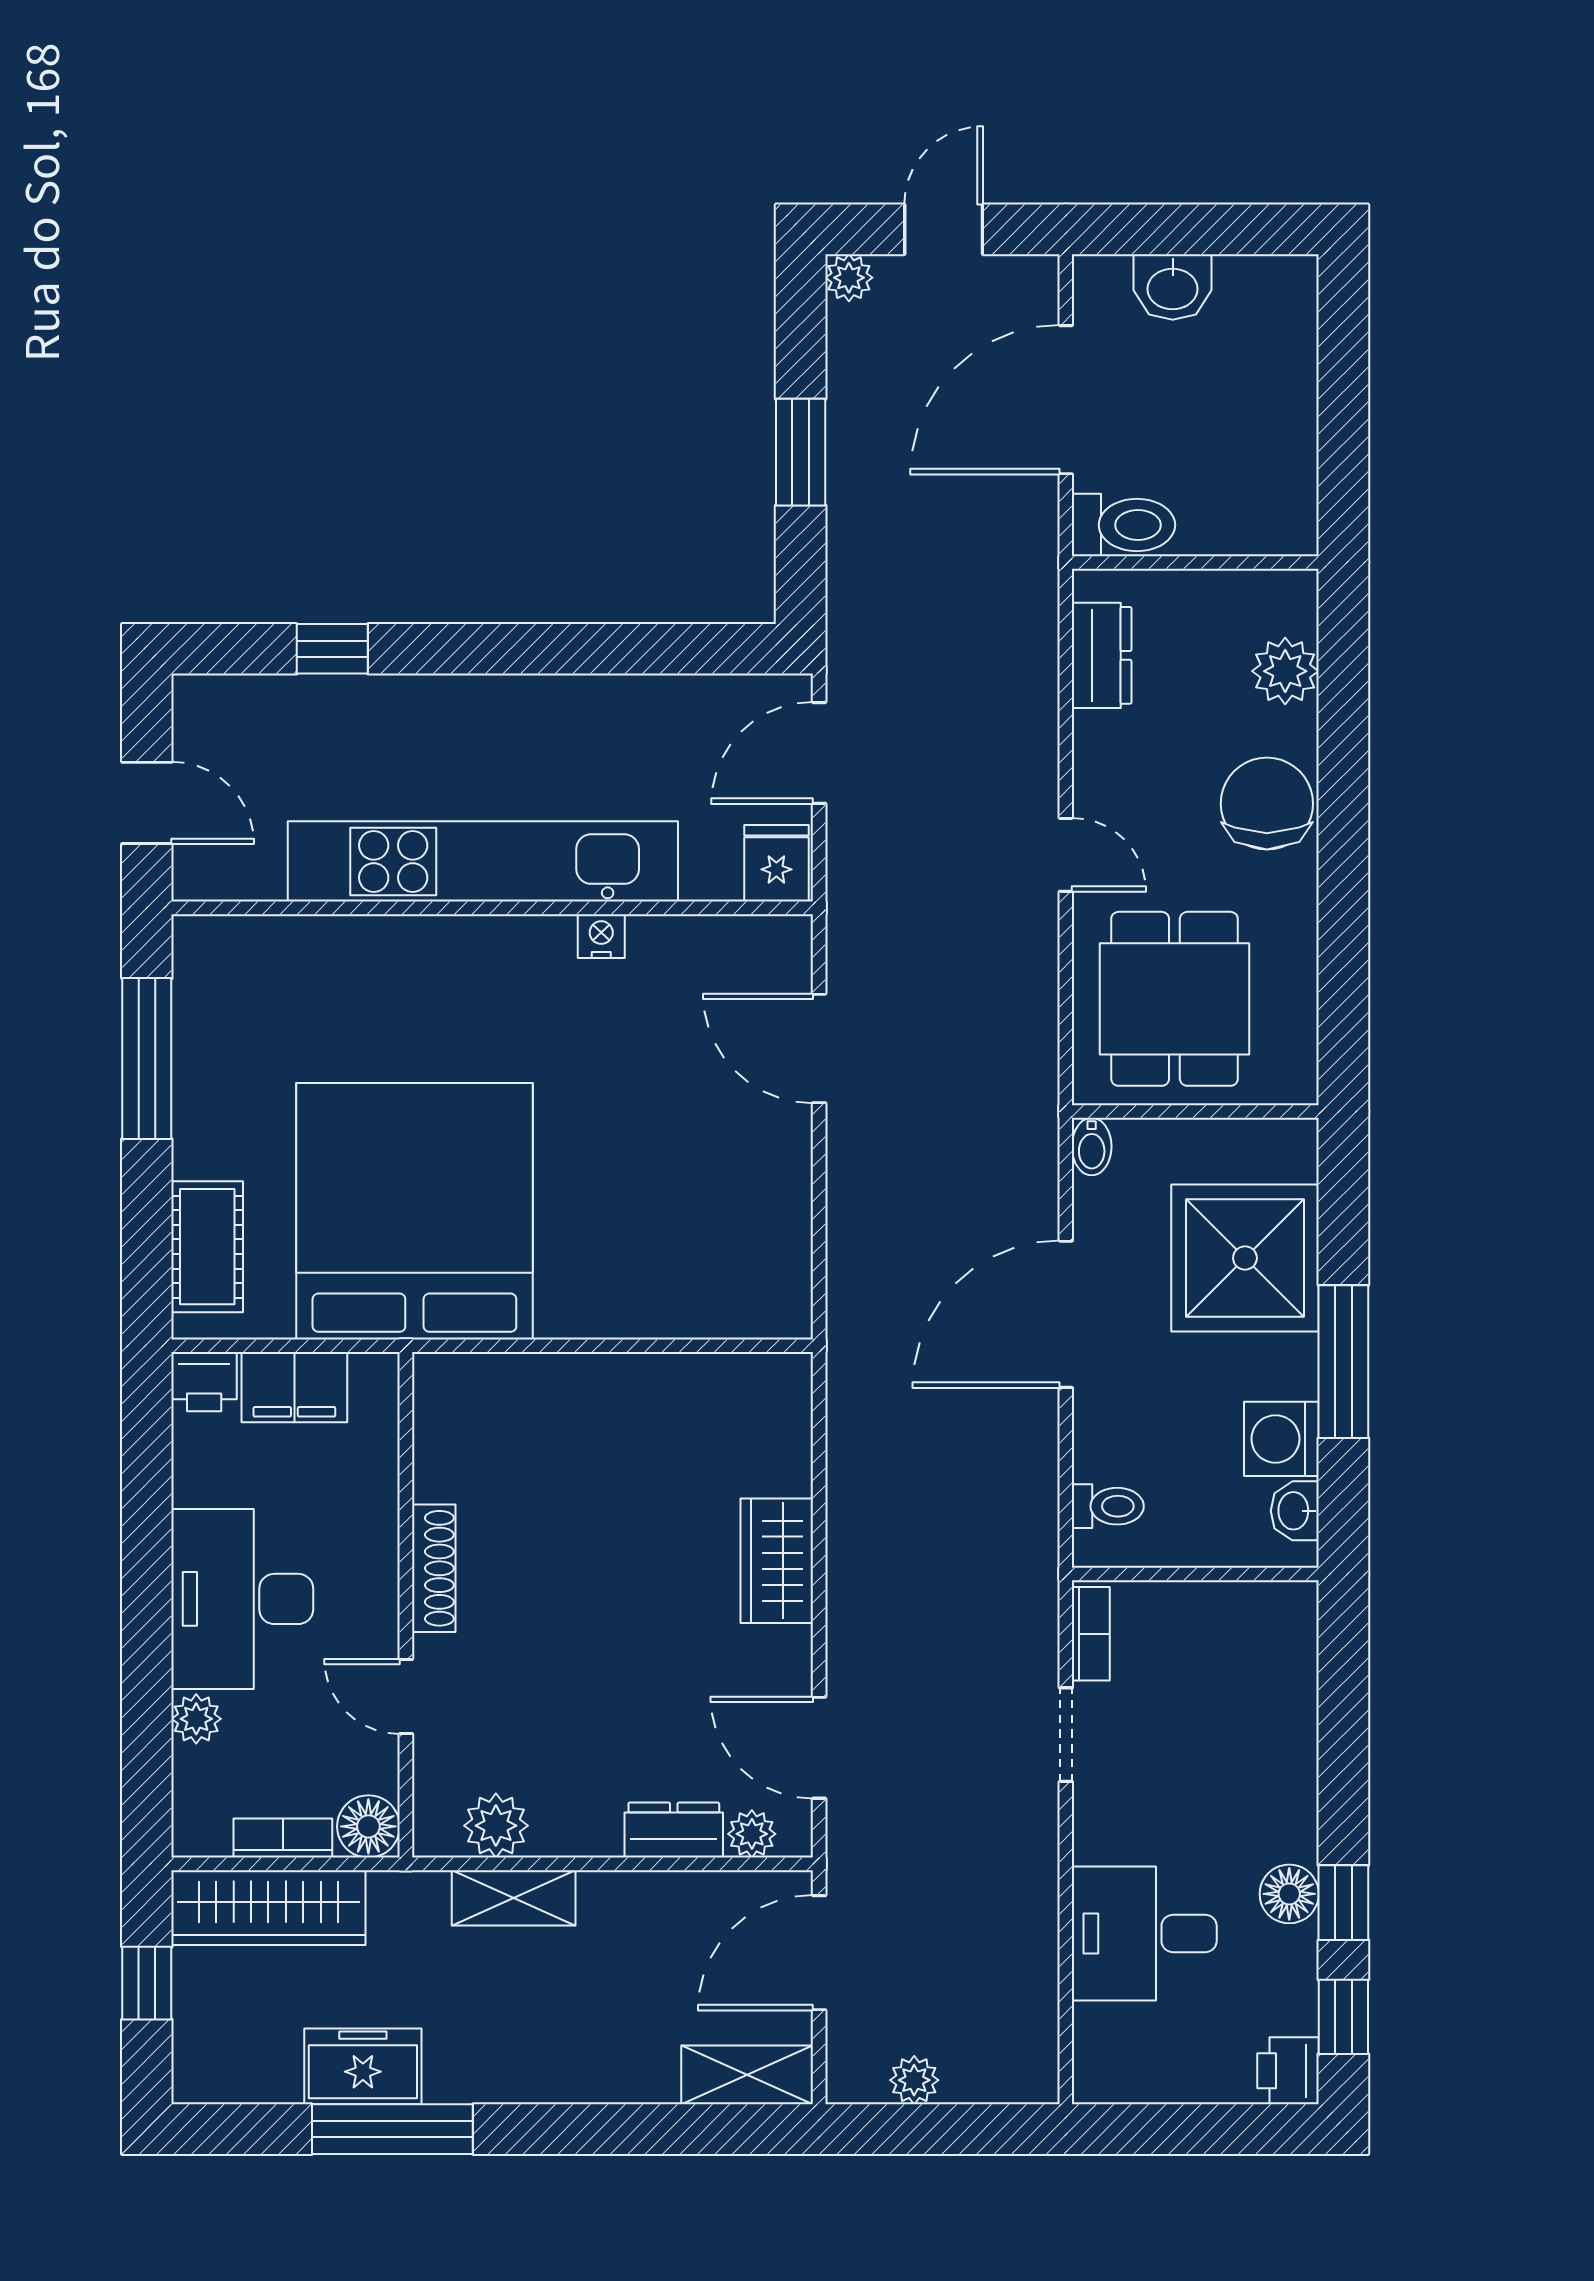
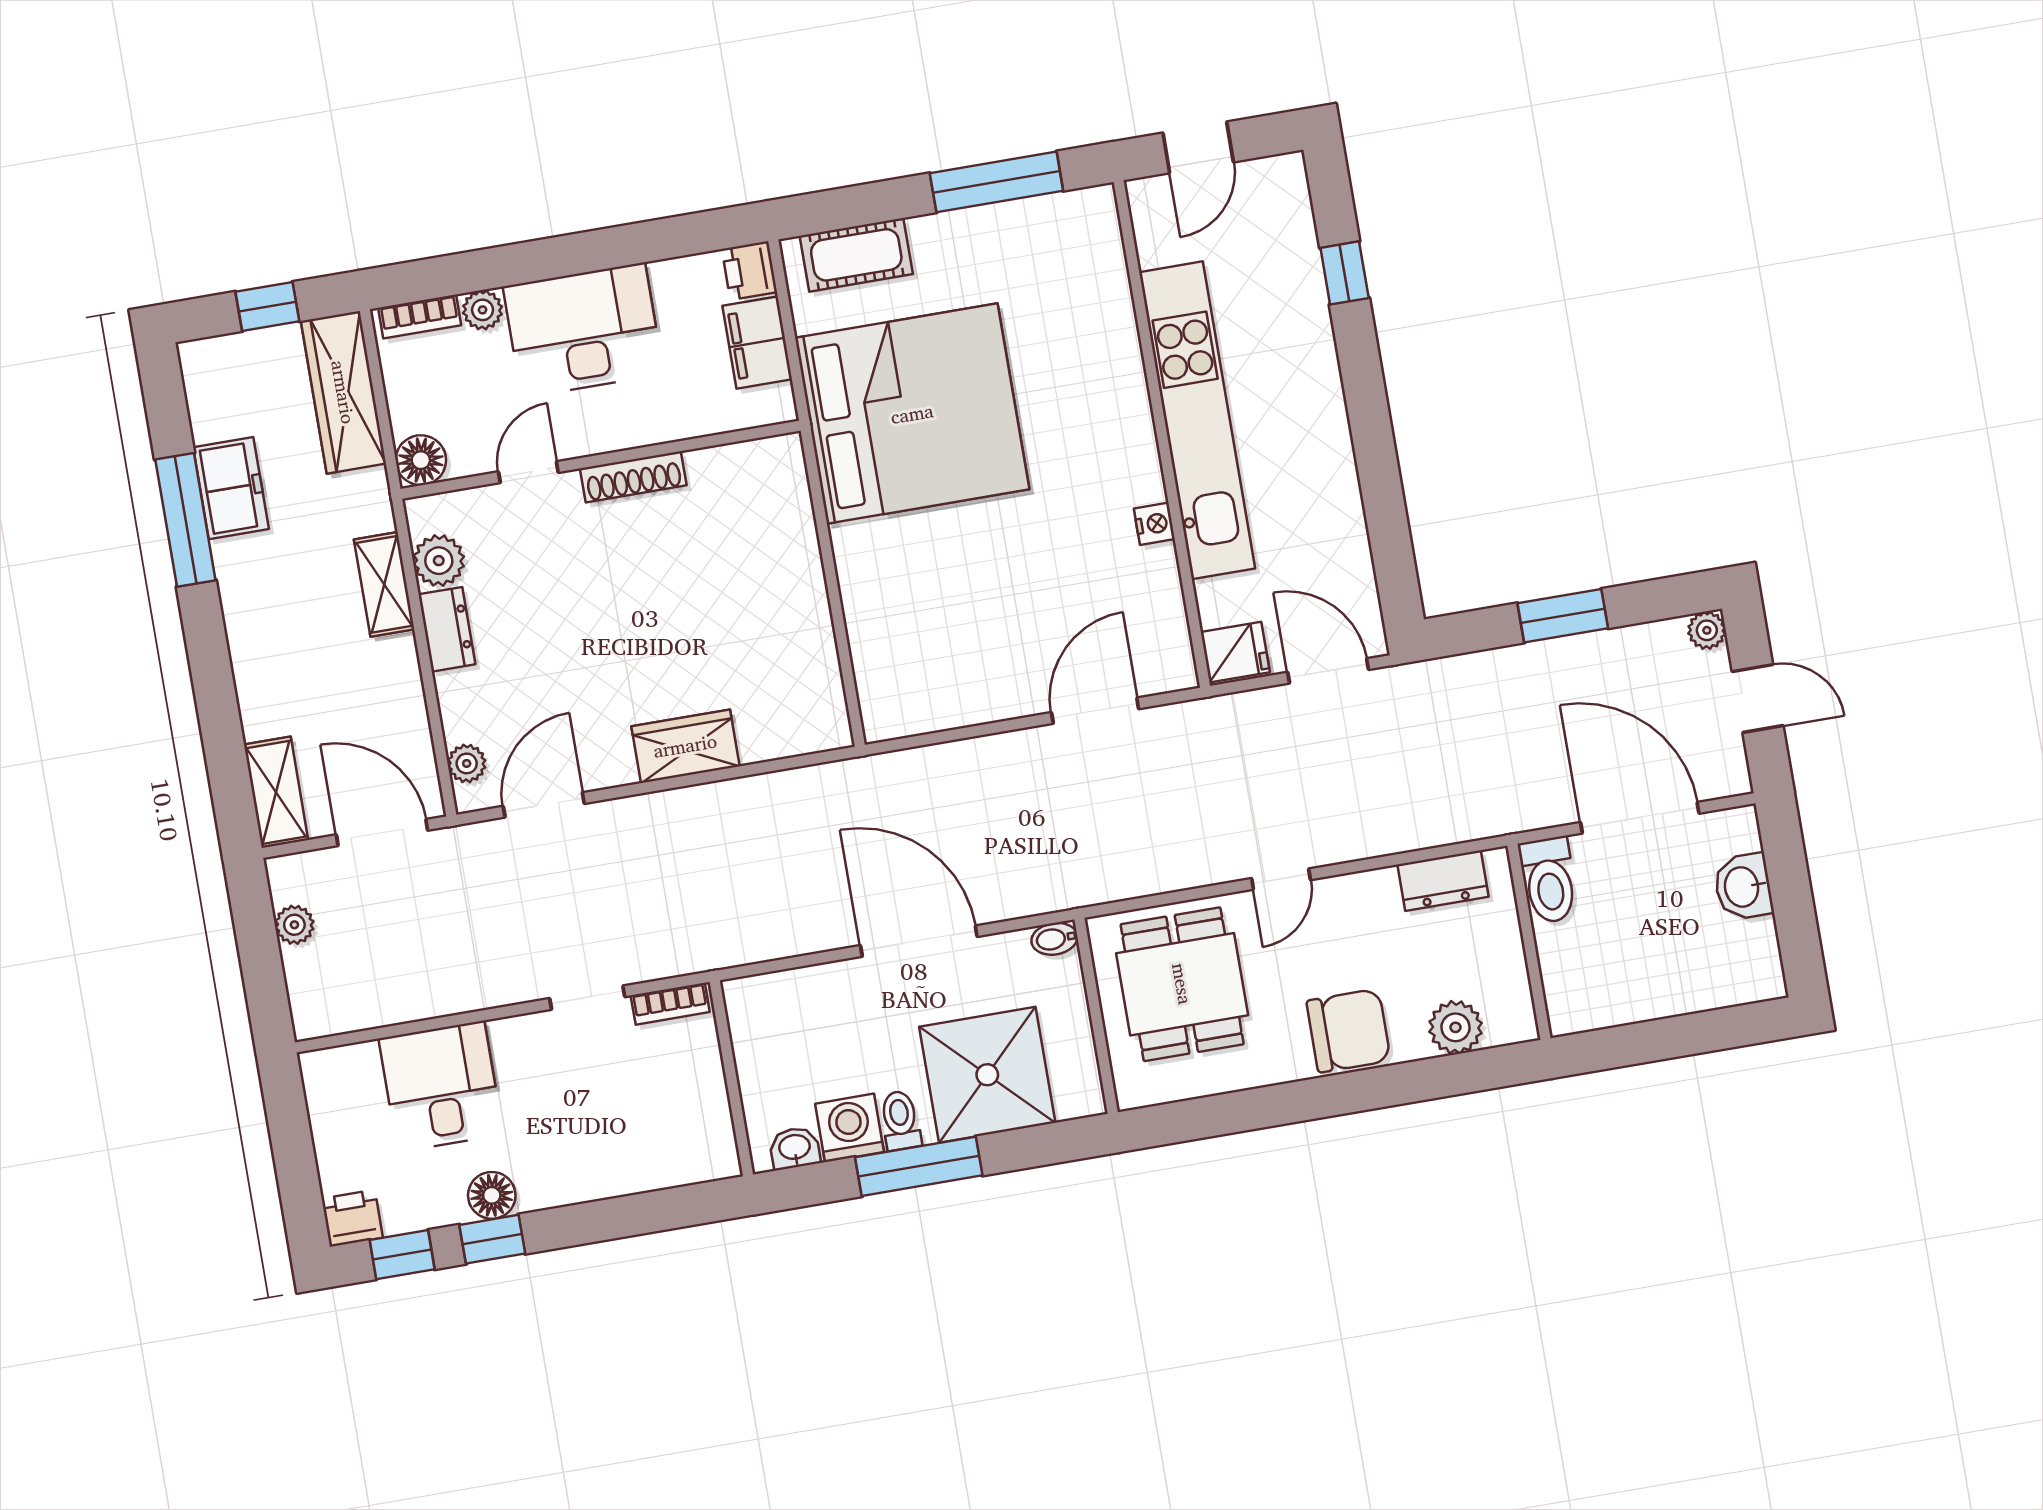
dining table: (1174, 999) -> (1182, 984), turned 90
toilet: (1108, 1506) -> (900, 1120), moved, turned 180
dresser: (674, 1830) -> (447, 629), moved
bookcase: (283, 1838) -> (420, 317), moved, turned 90

